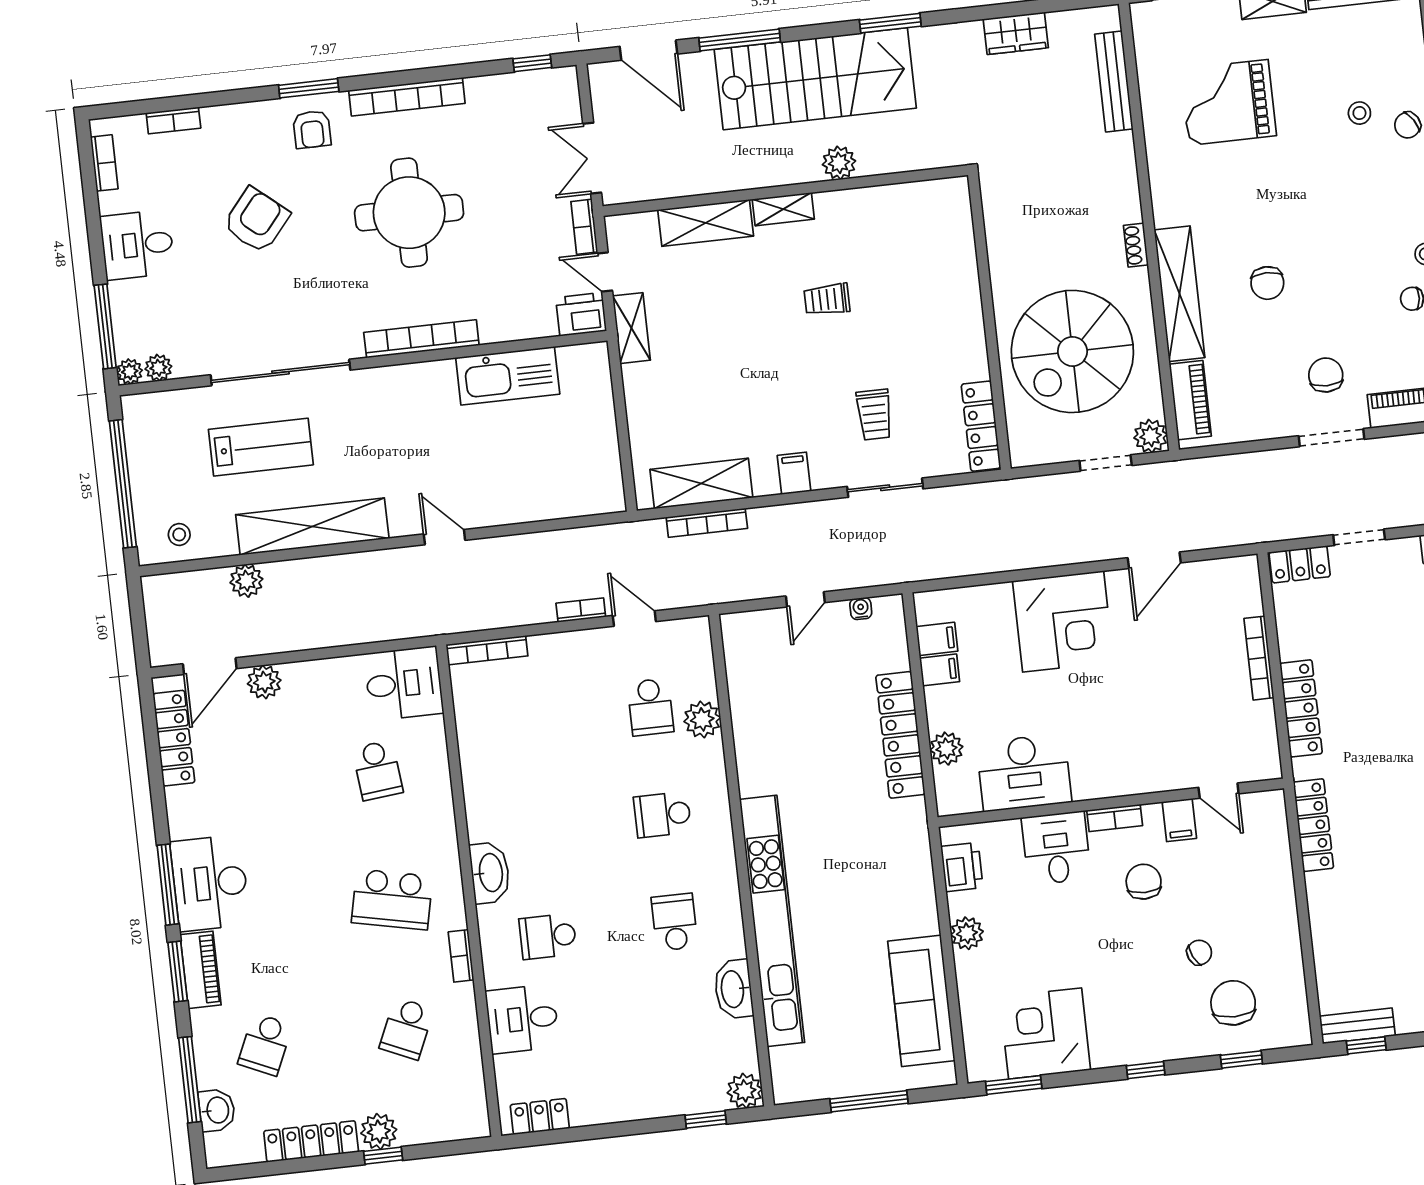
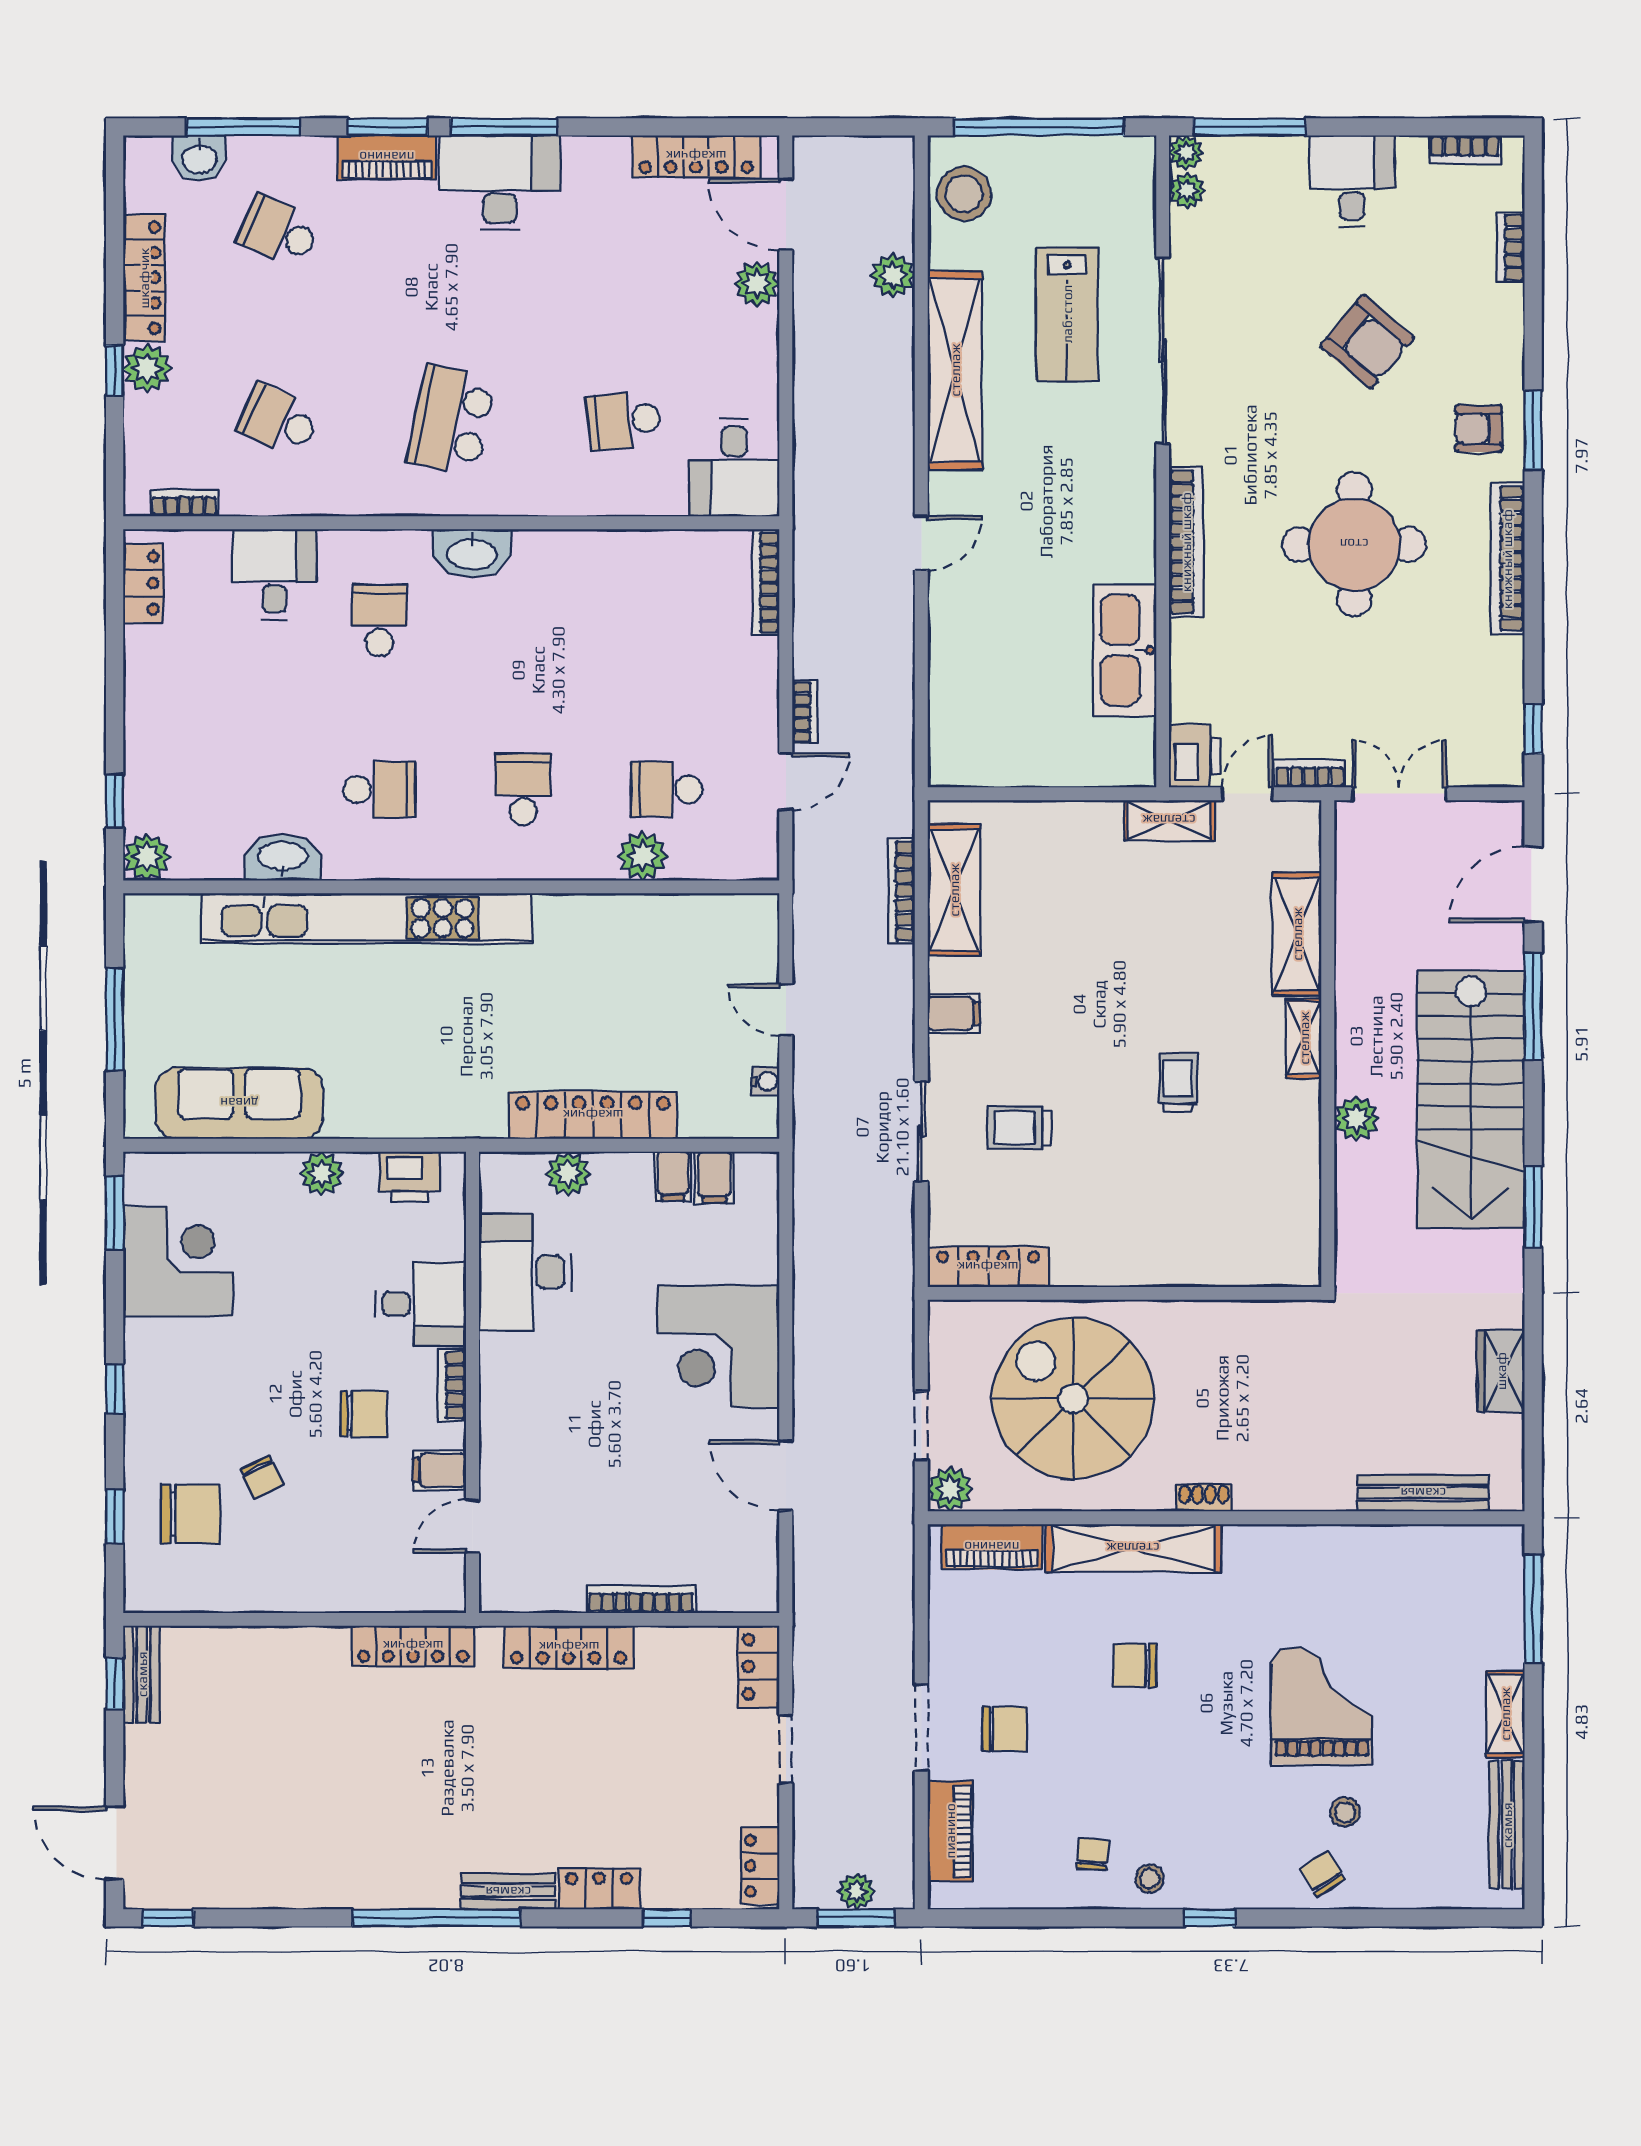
grand piano: (1228, 102) -> (1322, 1706), moved
stool: (179, 534) -> (964, 194), width x1.89, depth x1.89
bookcase: (461, 956) -> (184, 503), moved

